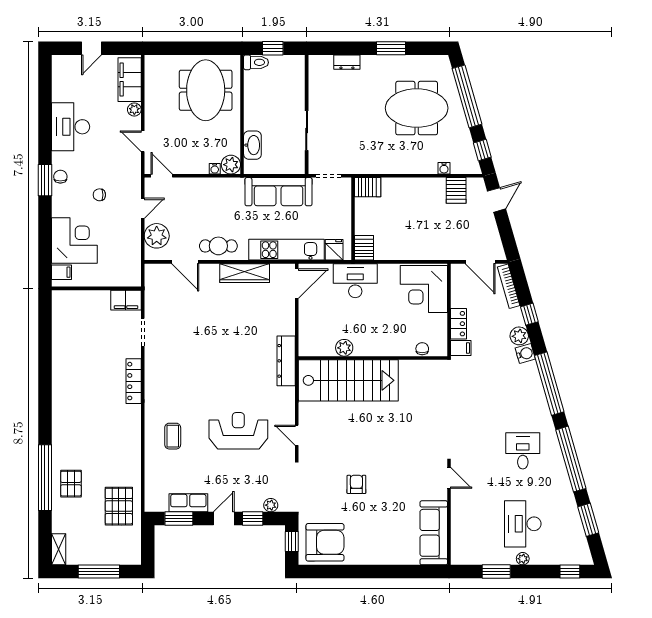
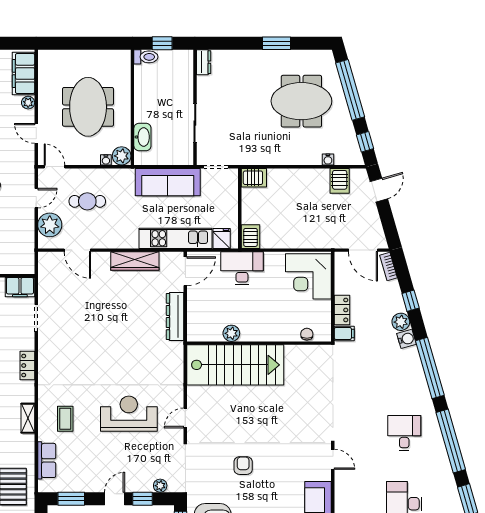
dresser: (347, 62) -> (204, 62), moved, turned -90
meeting table: (206, 90) -> (88, 107), moved
cafe table: (218, 246) -> (87, 201), moved
bookcase: (509, 286) -> (388, 266), width x0.64
dresser: (286, 361) -> (175, 316), moved
locker: (134, 381) -> (27, 366), width x0.66
shelving: (134, 435) -> (28, 418), added
door: (297, 435) -> (185, 418), hinge flipped
row of seats: (188, 503) -> (47, 460), moved, turned 90

